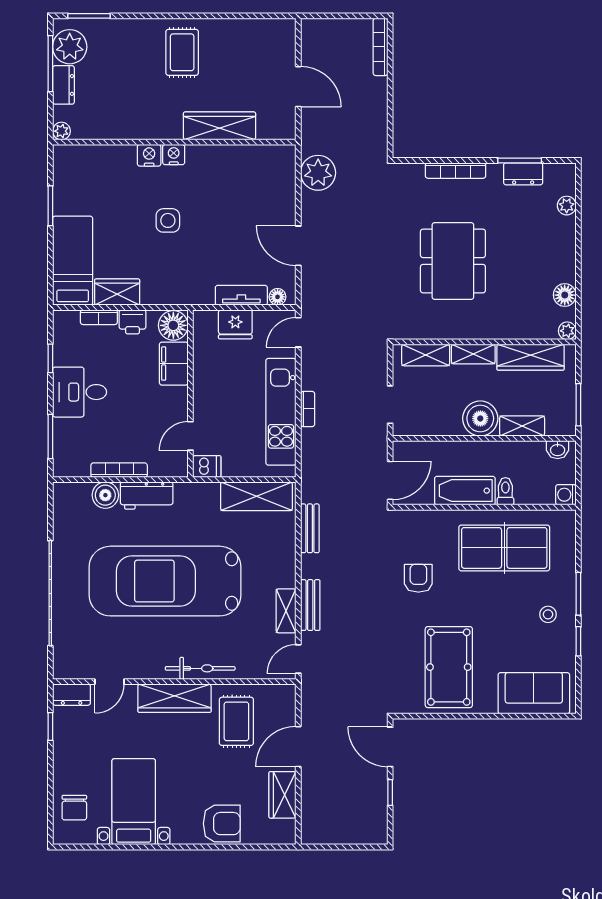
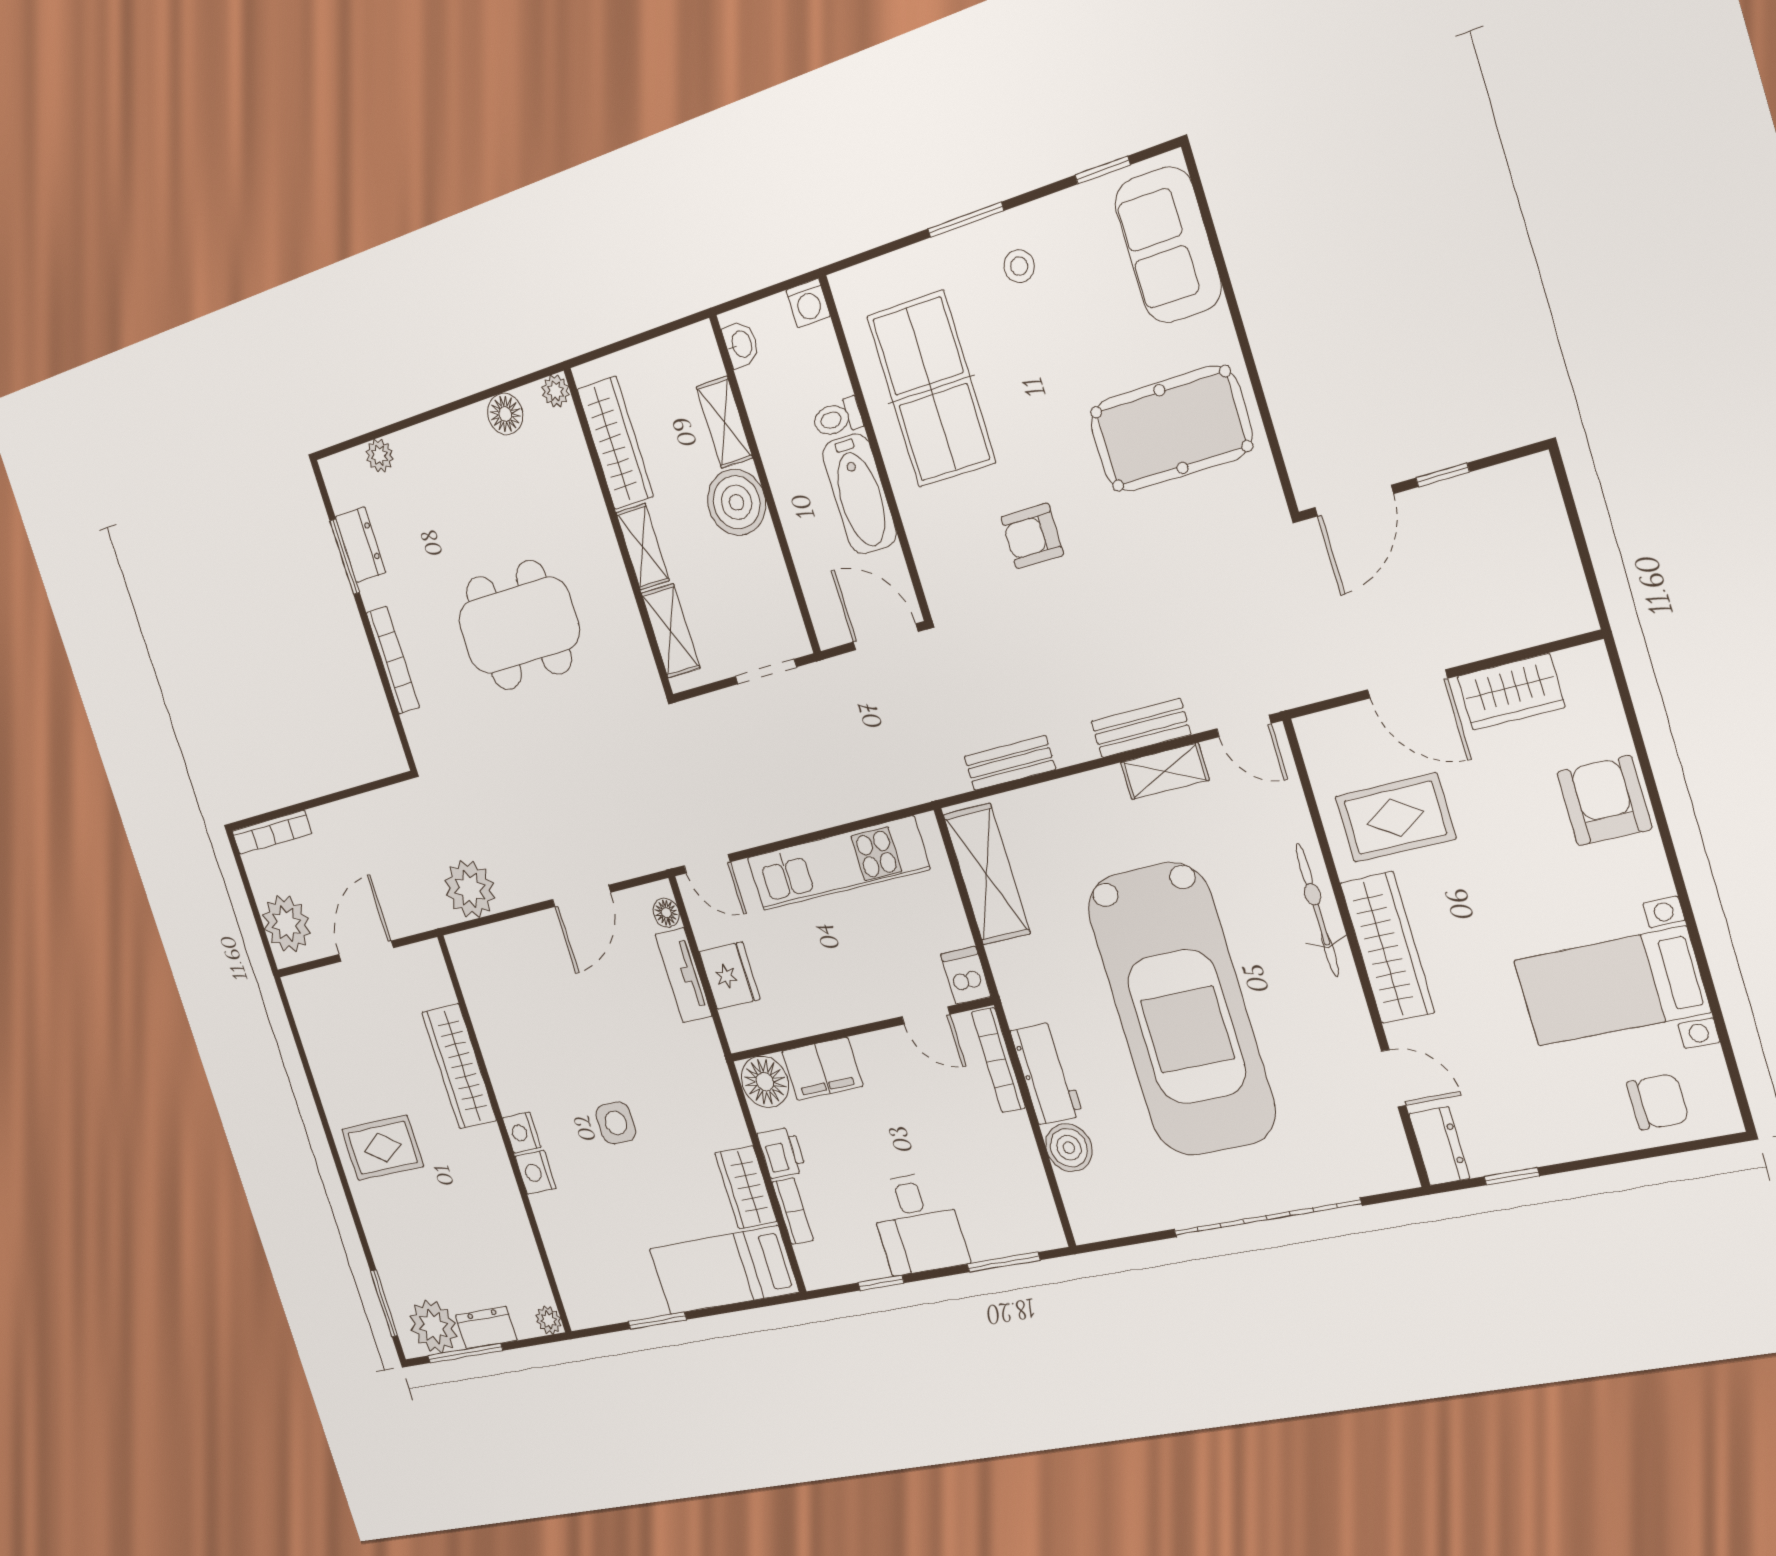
plant: (326, 36) -> (287, 924), added
window: (578, 405) -> (660, 331), removed
bookcase: (308, 409) -> (819, 817), removed
bookcase: (119, 470) -> (998, 1060), moved
window: (578, 641) -> (1103, 170), moved

